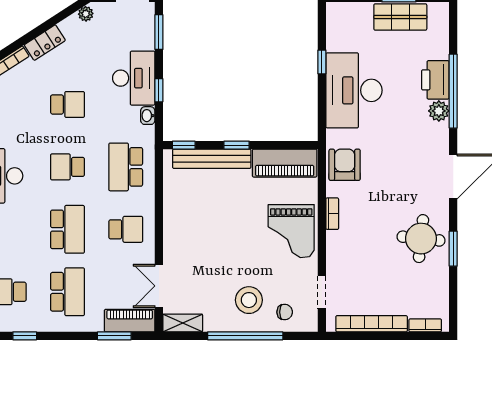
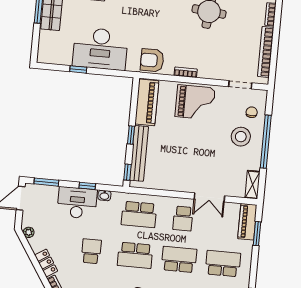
school desk: (67, 167) -> (135, 255), width x1.85
school desk: (126, 229) -> (183, 219), turned 180
double door: (159, 286) -> (209, 197), moved

